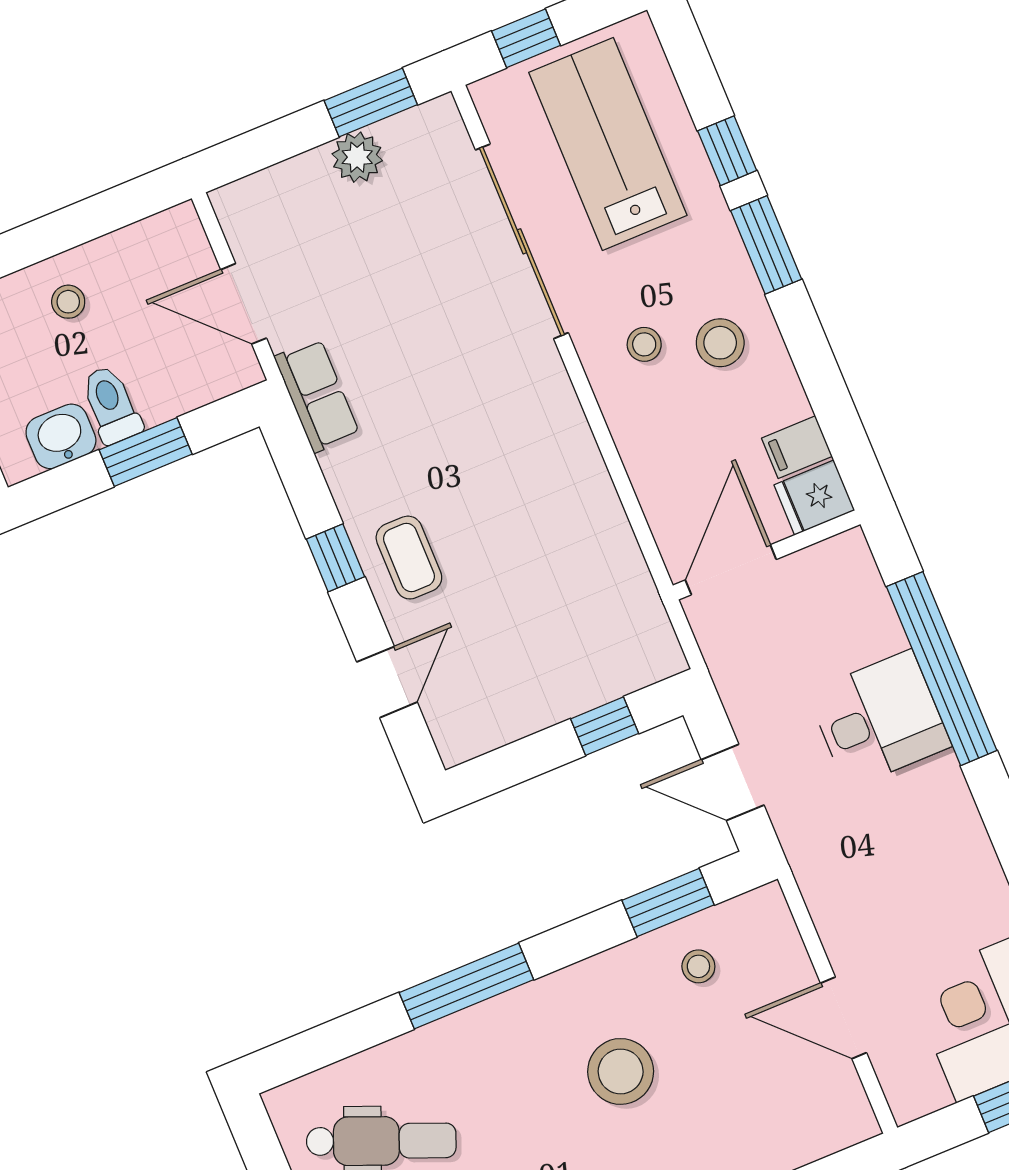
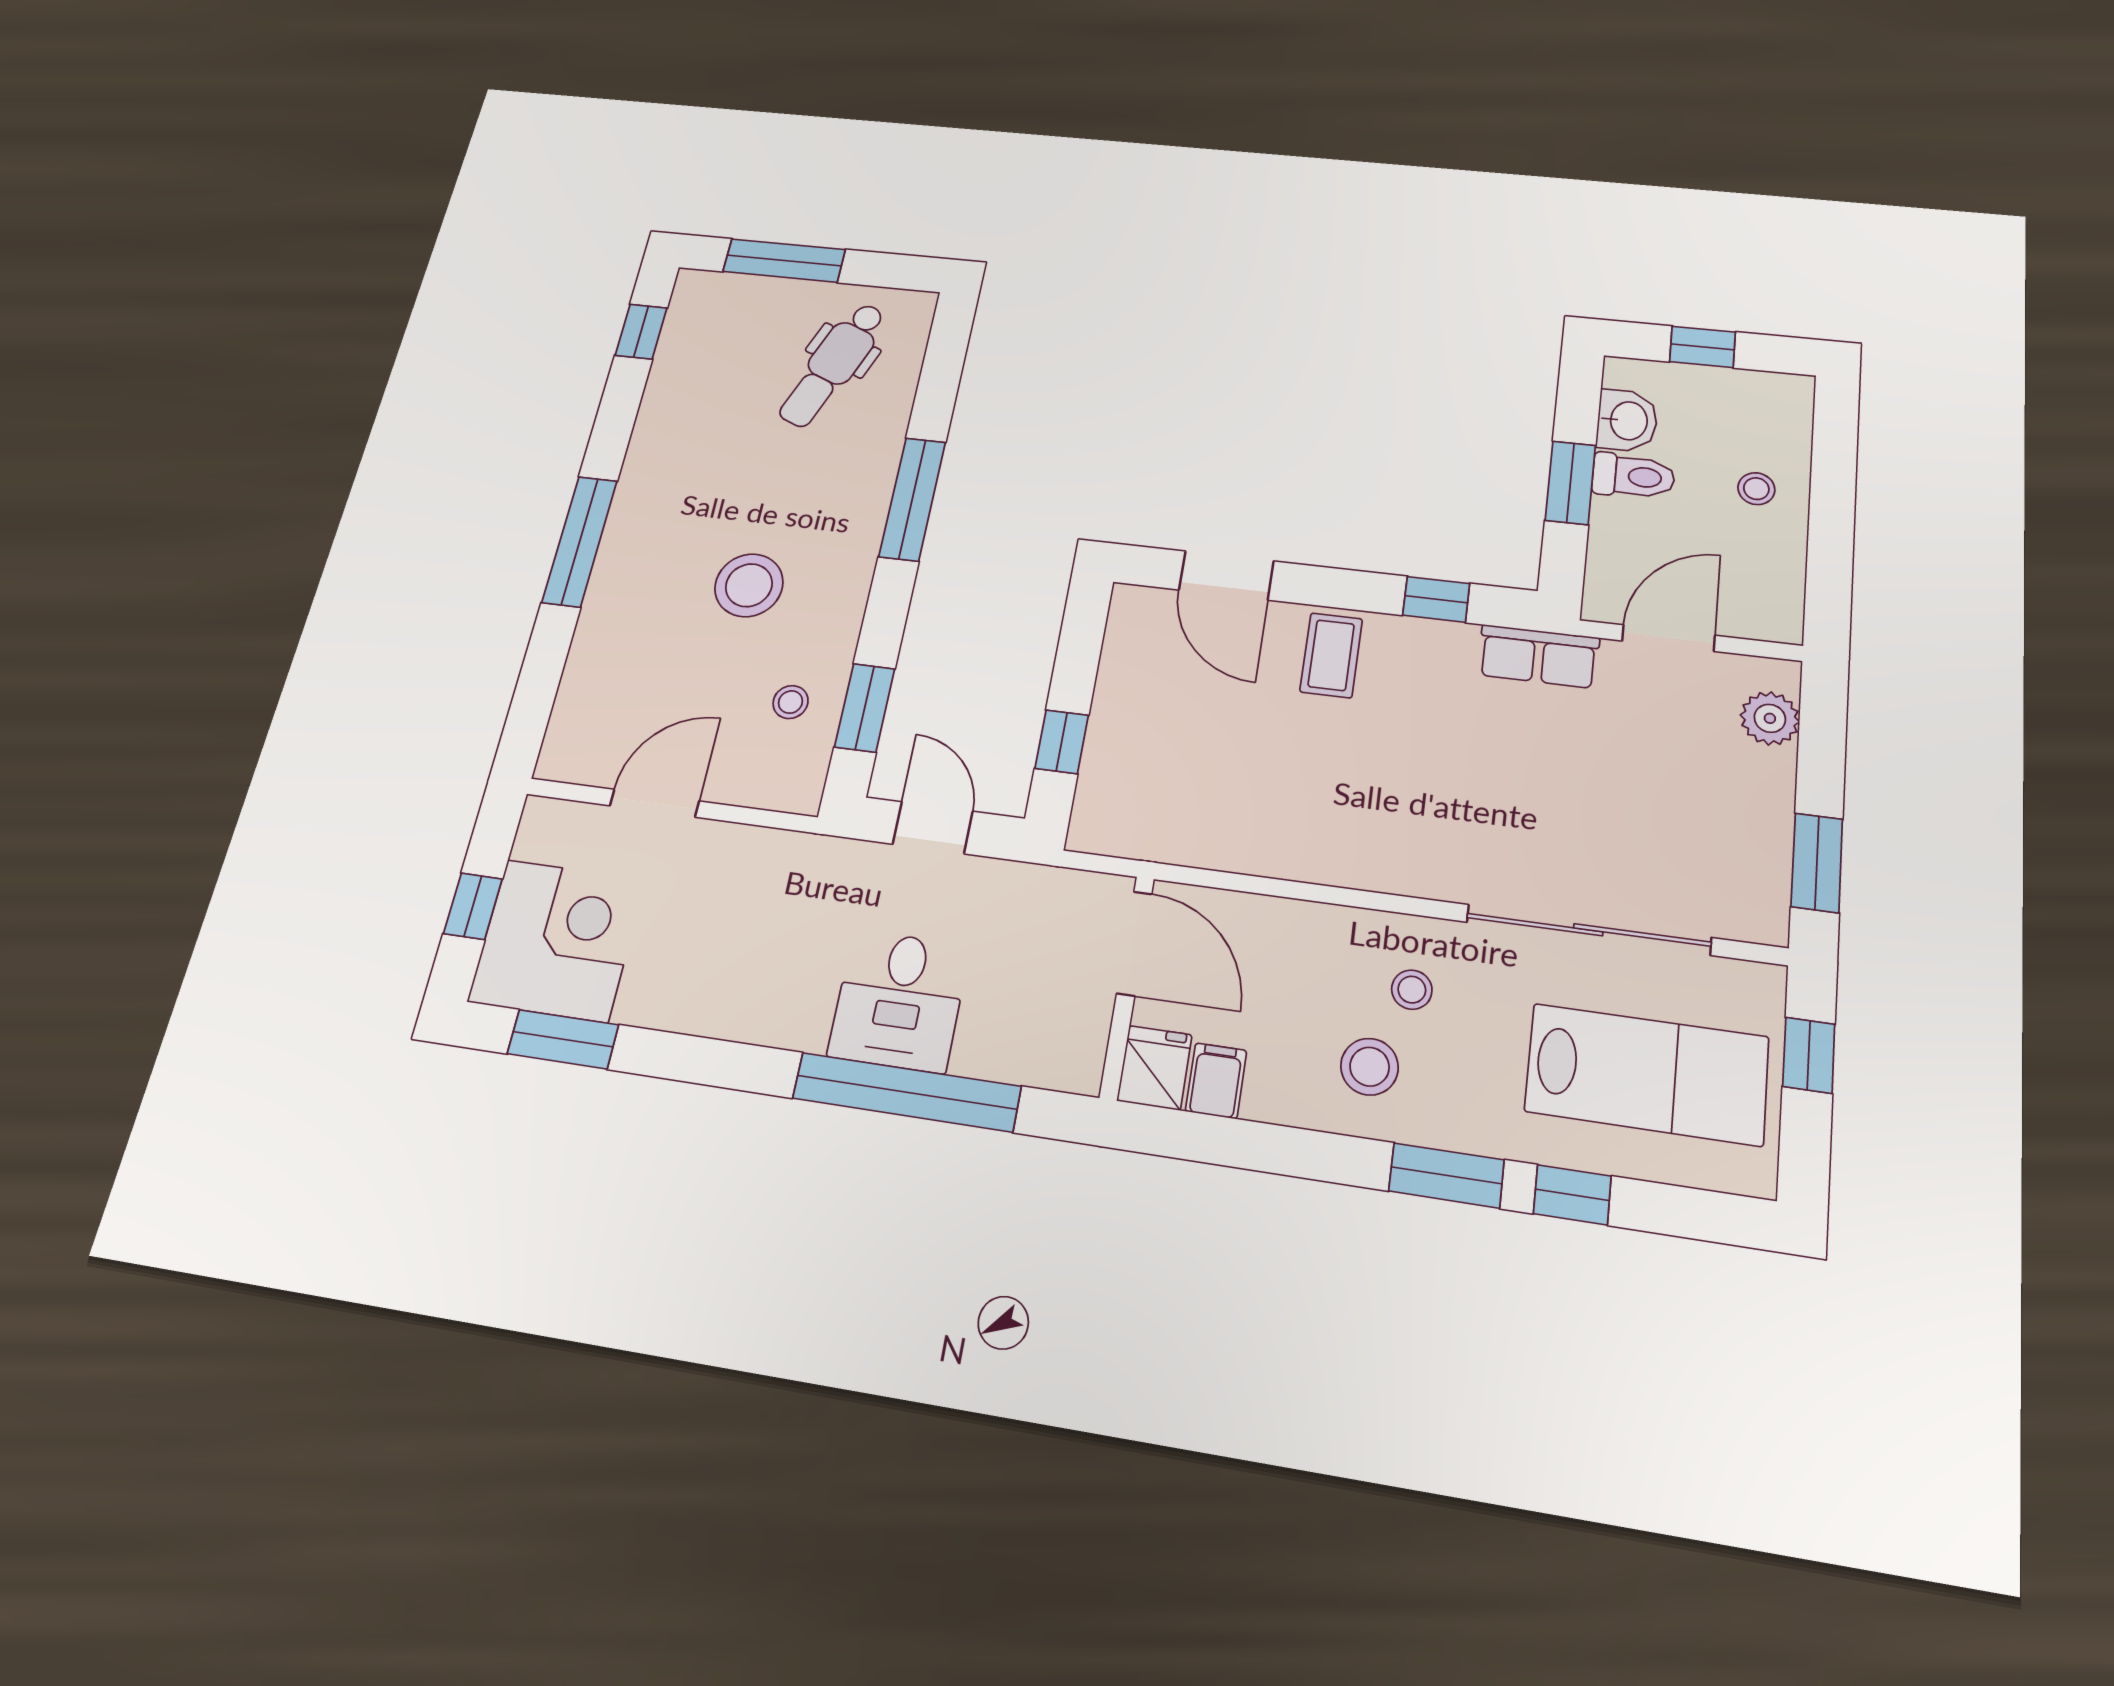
plant: (357, 157) -> (1770, 718), moved
window: (336, 558) -> (1436, 599), moved
coffee table: (409, 558) -> (1331, 655), turned 90
door: (387, 682) -> (1226, 575), width x1.38
door: (733, 782) -> (933, 828), hinge flipped

